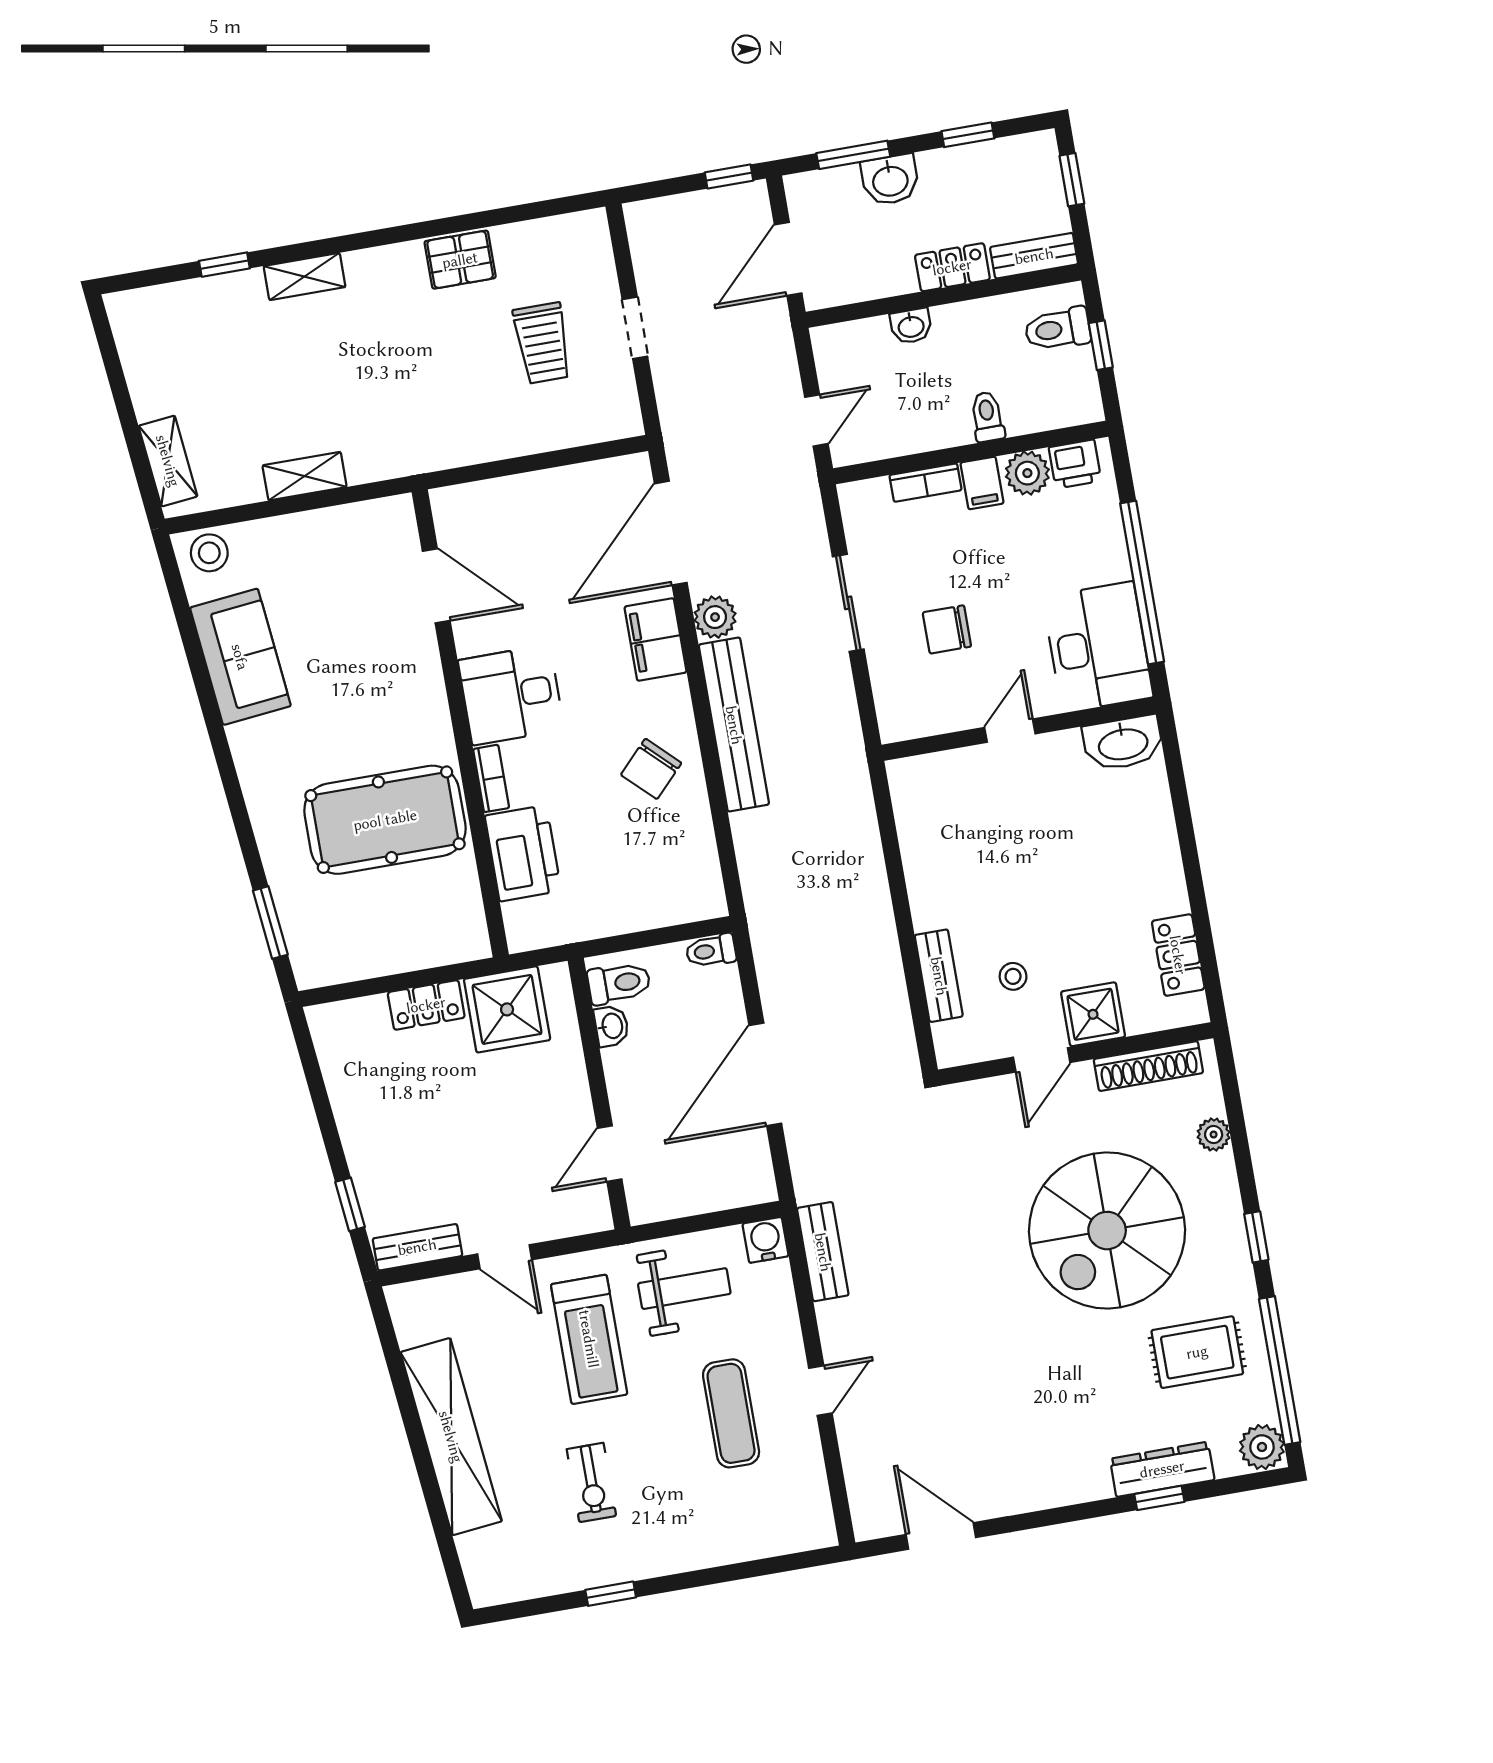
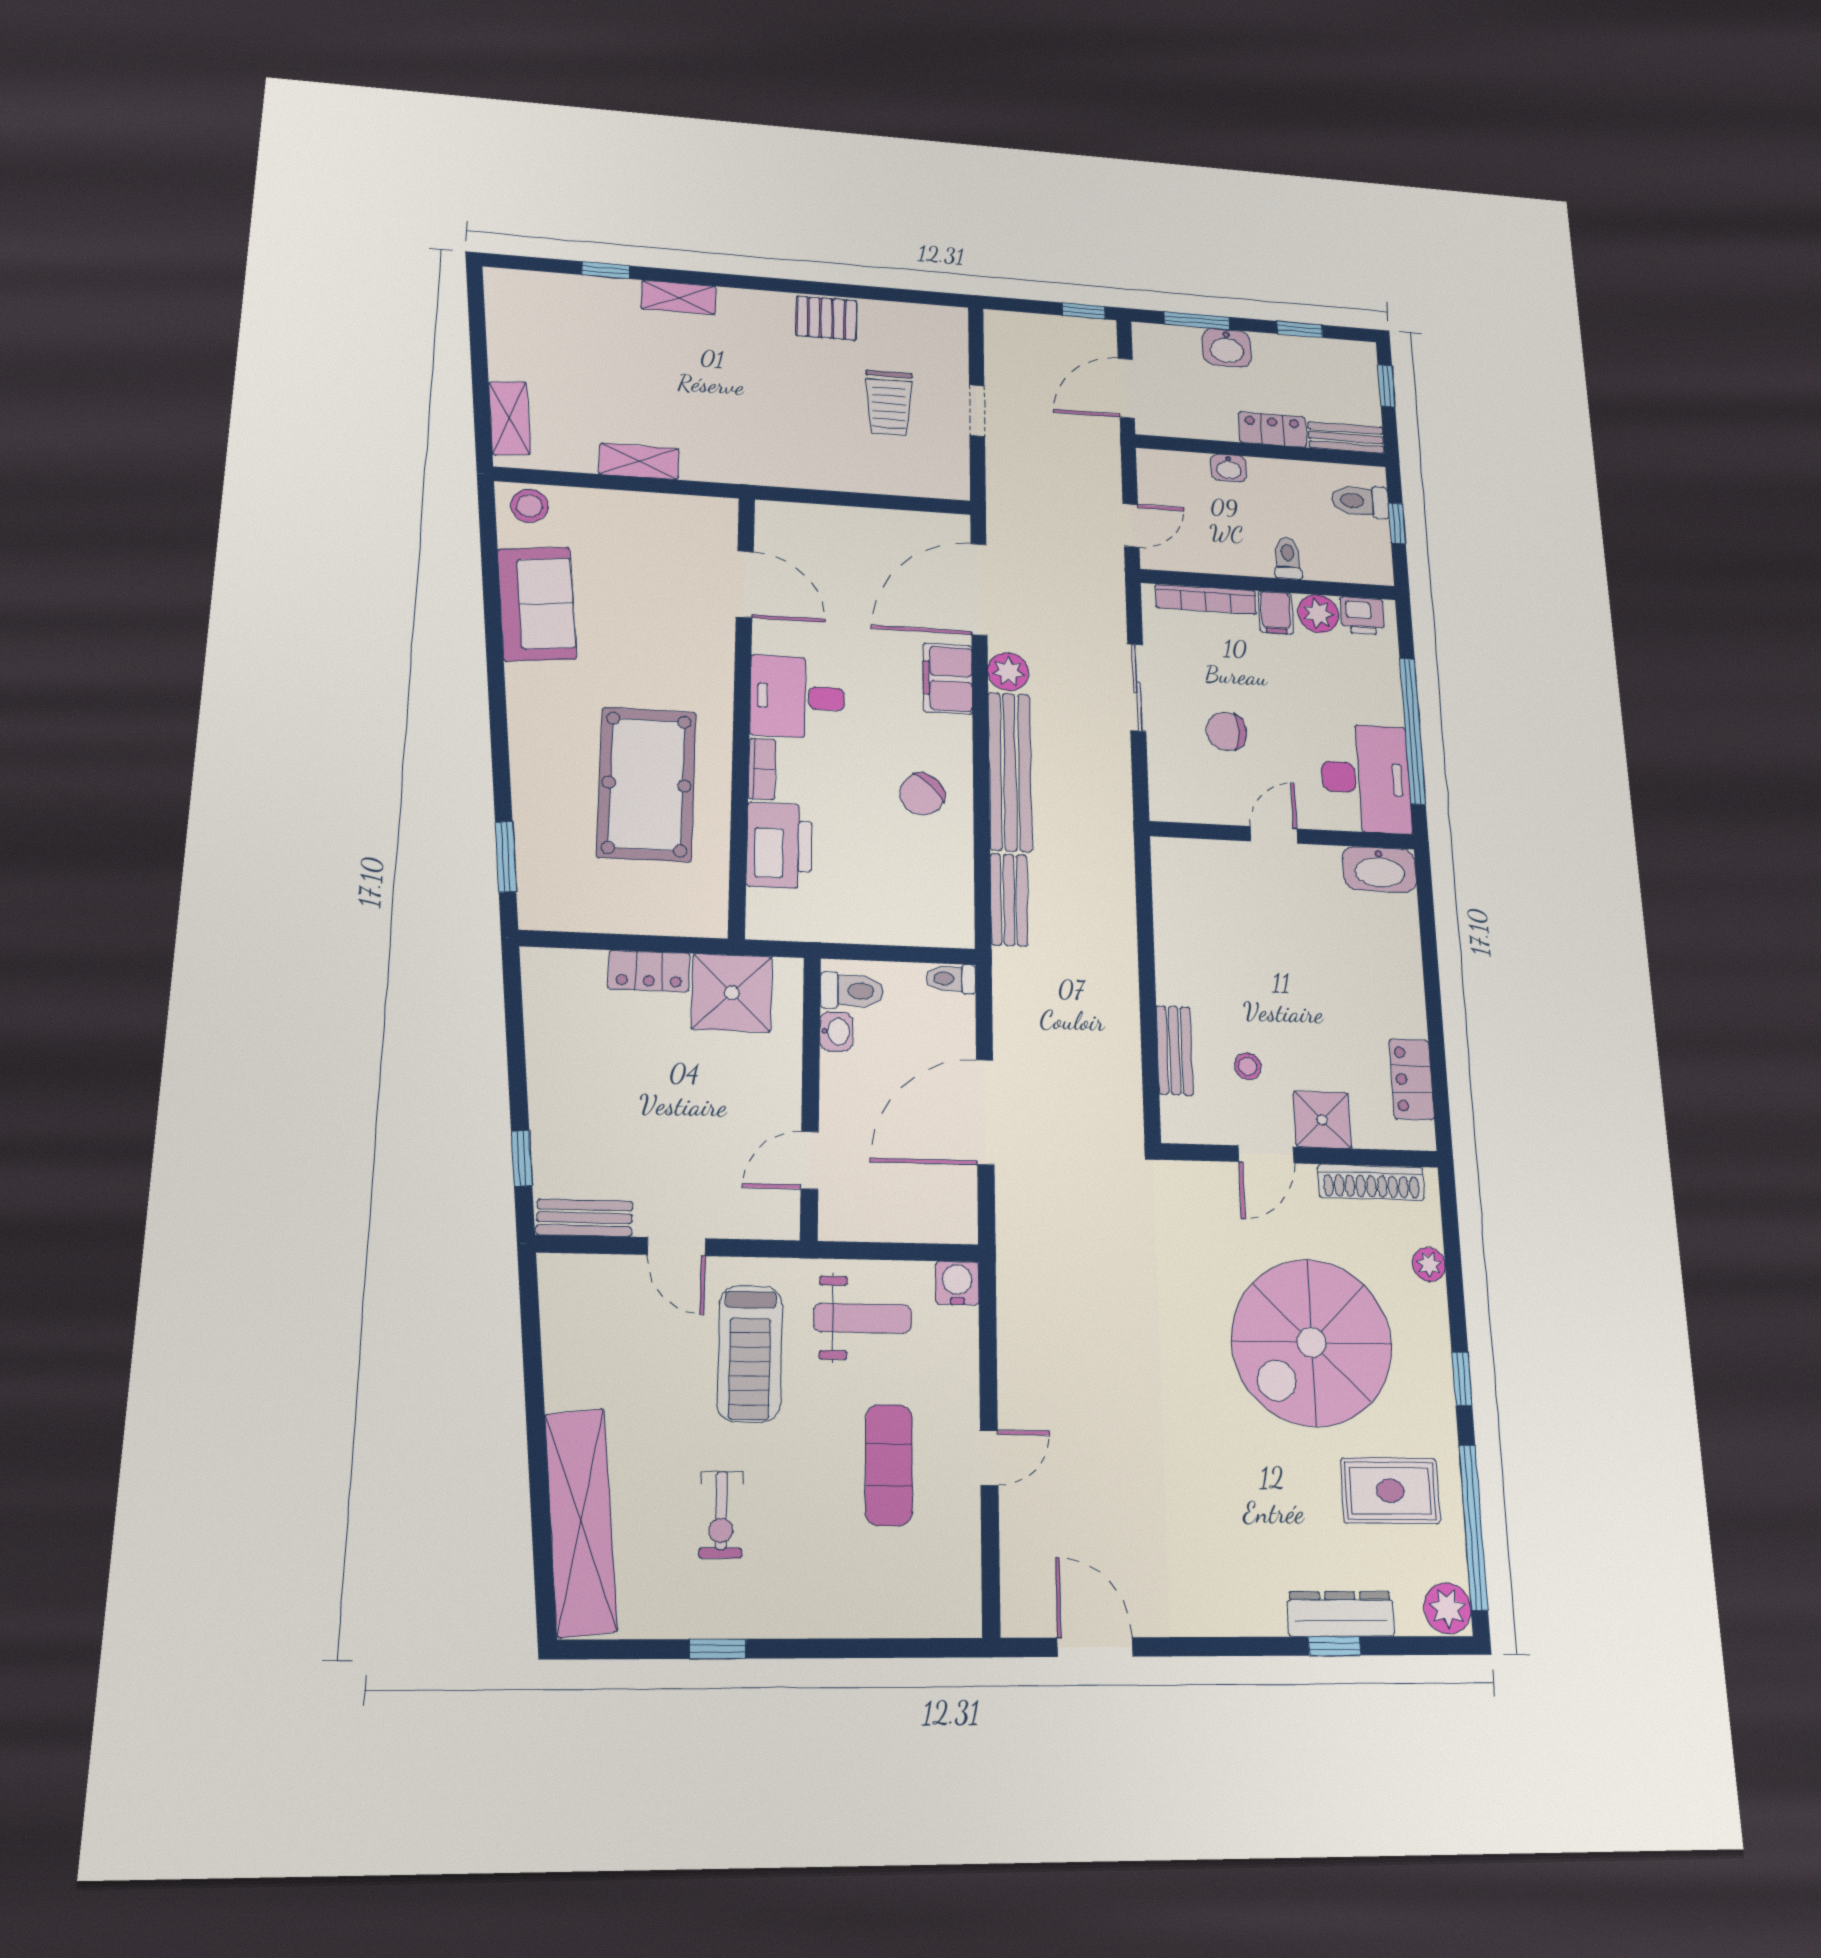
bookcase: (926, 483) -> (1206, 599), width x1.56
pool table: (385, 820) -> (647, 784), turned 90
bench: (823, 1252) -> (1009, 900), moved
shelving: (451, 1437) -> (581, 1522), moved

